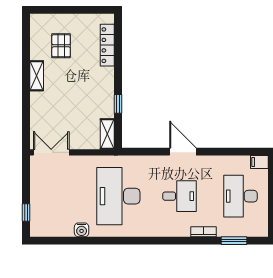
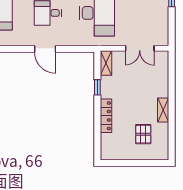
locker: (107, 45) -> (106, 116), moved
double door: (51, 152) -> (140, 48), moved

